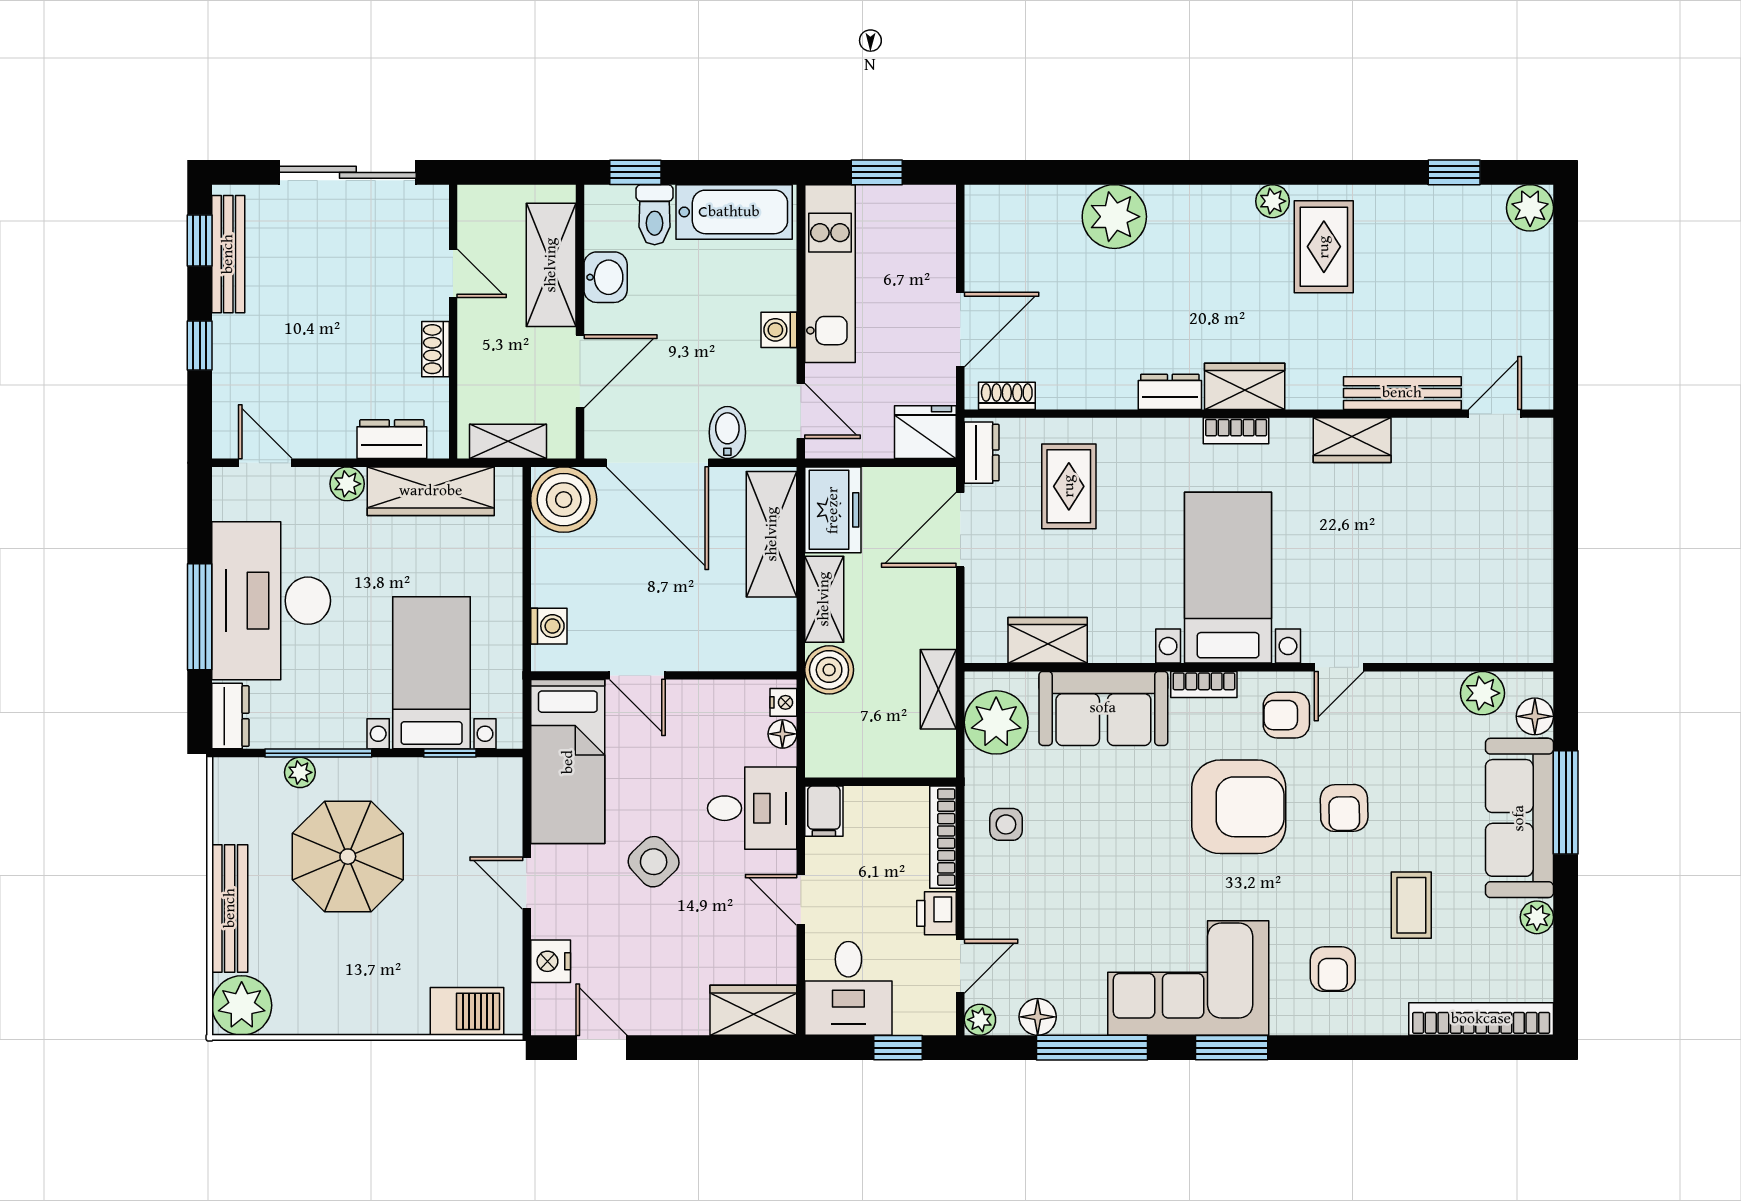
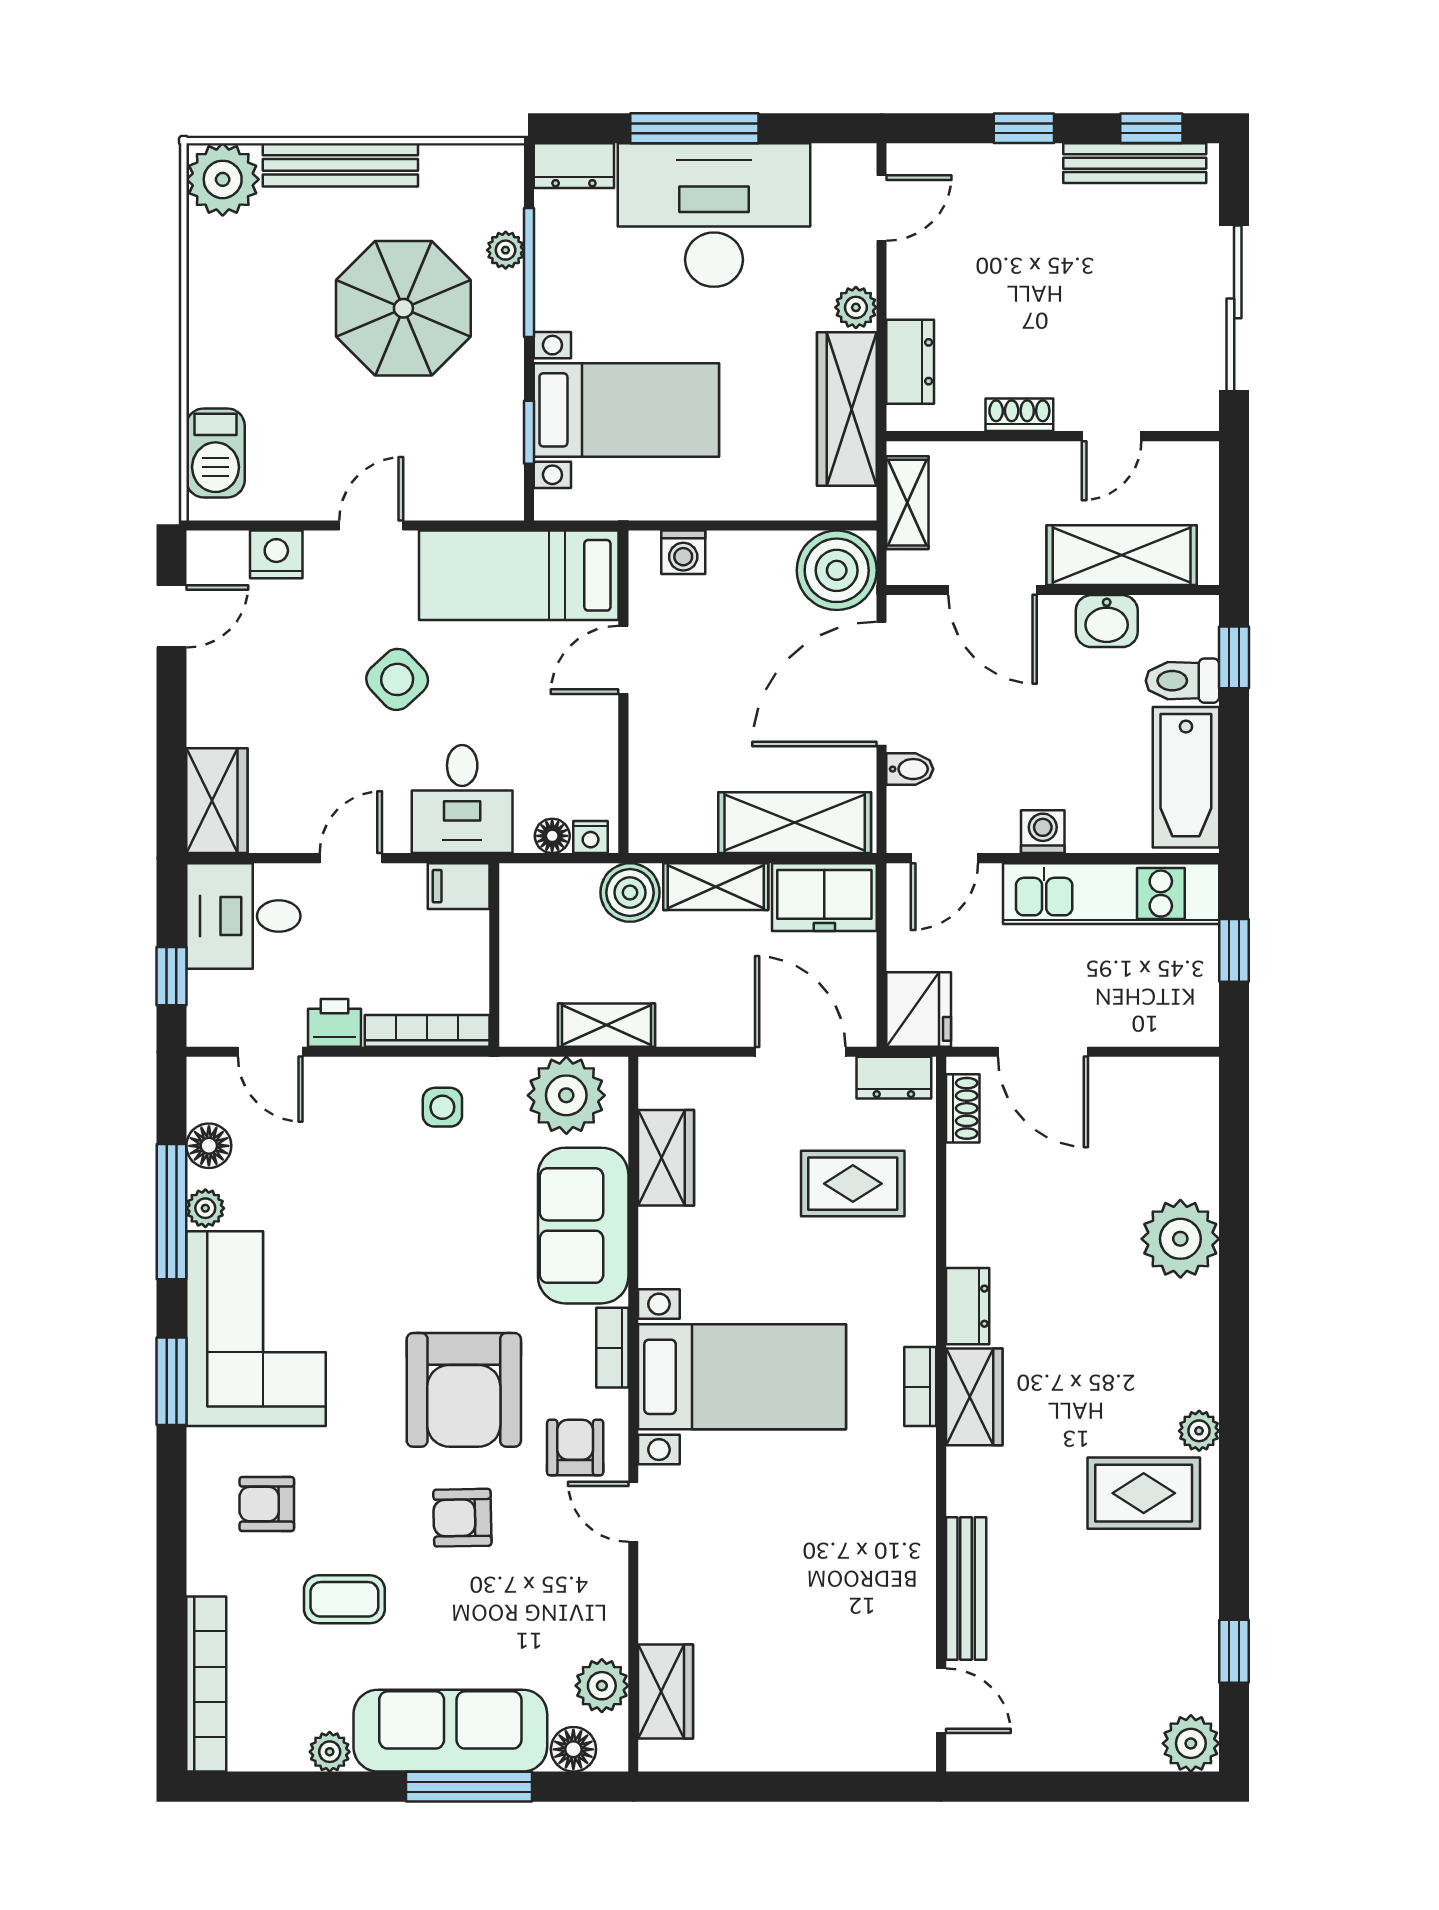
bidet: (727, 432) -> (910, 769), width x0.72, depth x0.74
wardrobe: (1352, 440) -> (666, 1692), moved, turned 180
plant: (980, 1020) -> (205, 1208), moved

